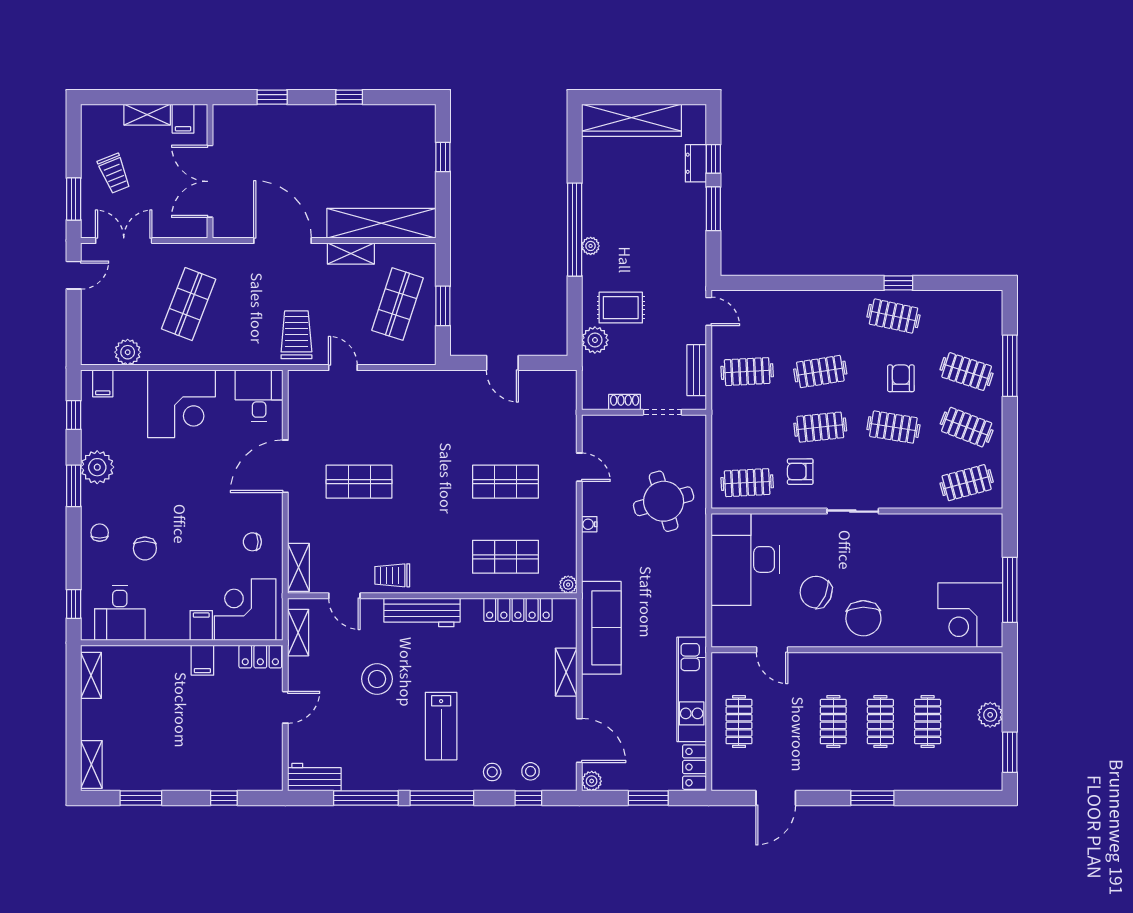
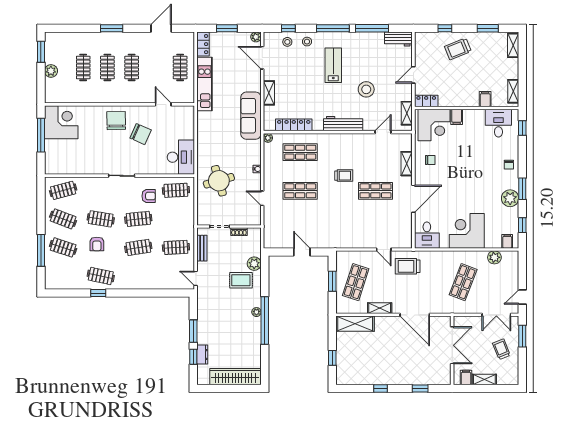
shelving: (381, 223) -> (355, 324), width x0.68
trolley: (296, 335) -> (408, 266), turned 90
chair: (145, 548) -> (486, 156), removed
desk: (745, 559) -> (181, 157), width x0.73, depth x0.77
shelving: (298, 567) -> (407, 164), moved
trolley: (392, 575) -> (344, 176), moved
door: (344, 596) -> (383, 132), hinge flipped
filing cabinet: (202, 660) -> (485, 99), moved
trolley: (199, 758) -> (458, 49), added

